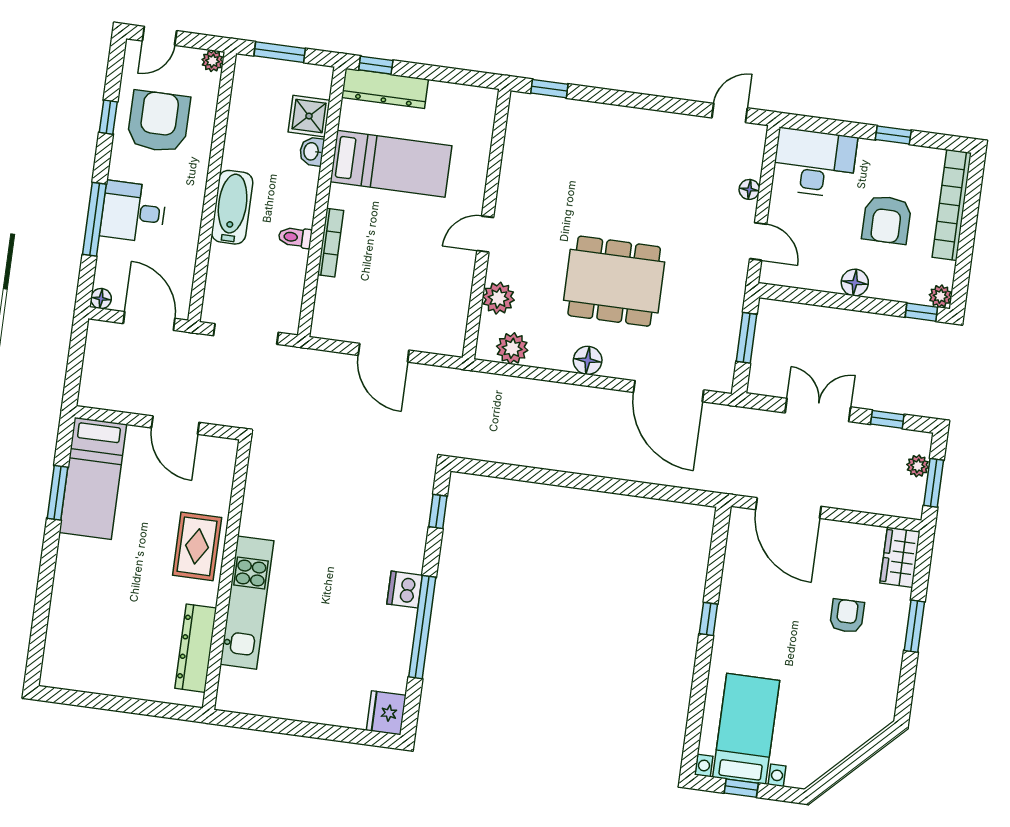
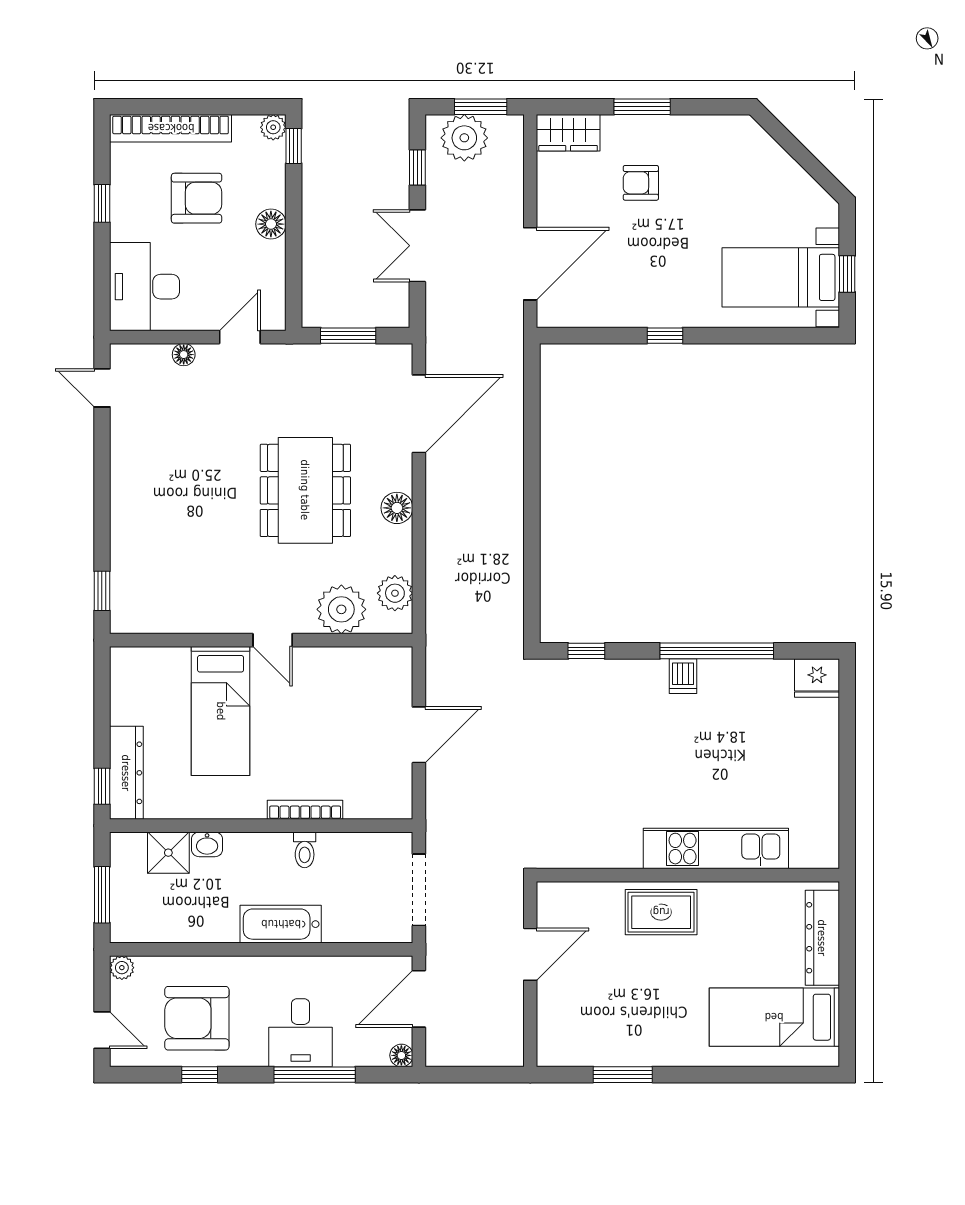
bed: (391, 164) -> (221, 711), moved, turned 180
plant: (498, 298) -> (341, 609), width x1.36, depth x1.36
plant: (918, 466) -> (464, 138), width x1.88, depth x1.88
bed: (93, 478) -> (774, 1017), moved, turned 180
dishwasher: (405, 590) -> (683, 676), width x0.73
dresser: (196, 648) -> (822, 938), moved, turned 90

